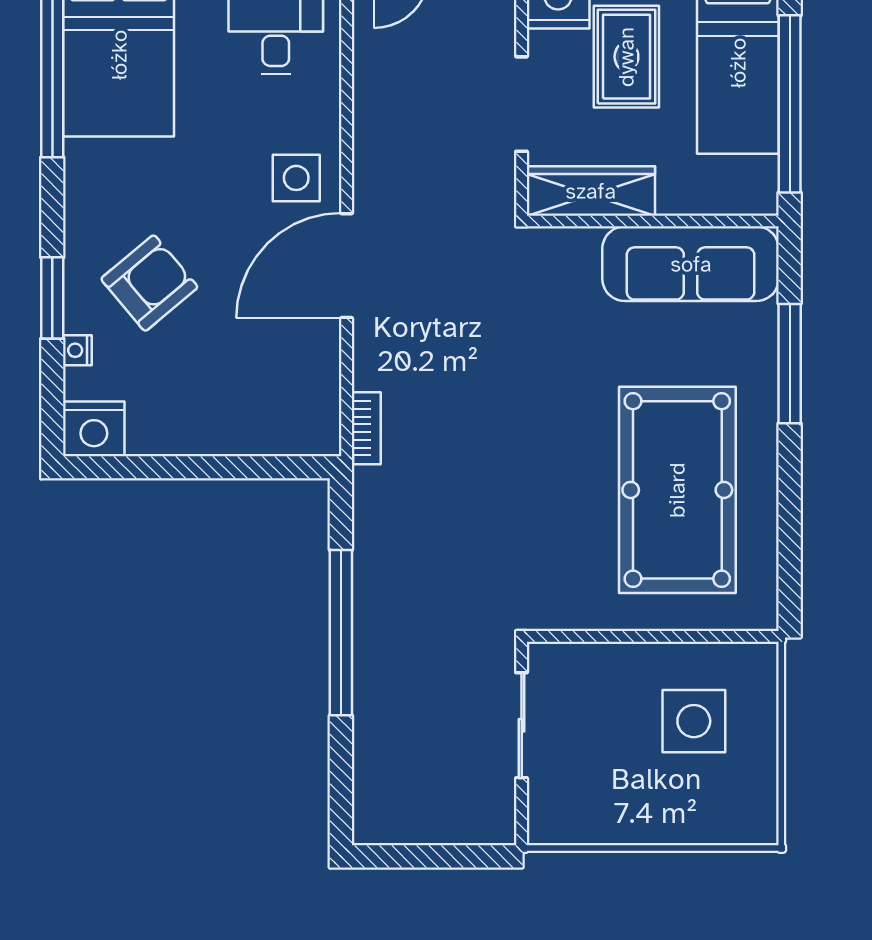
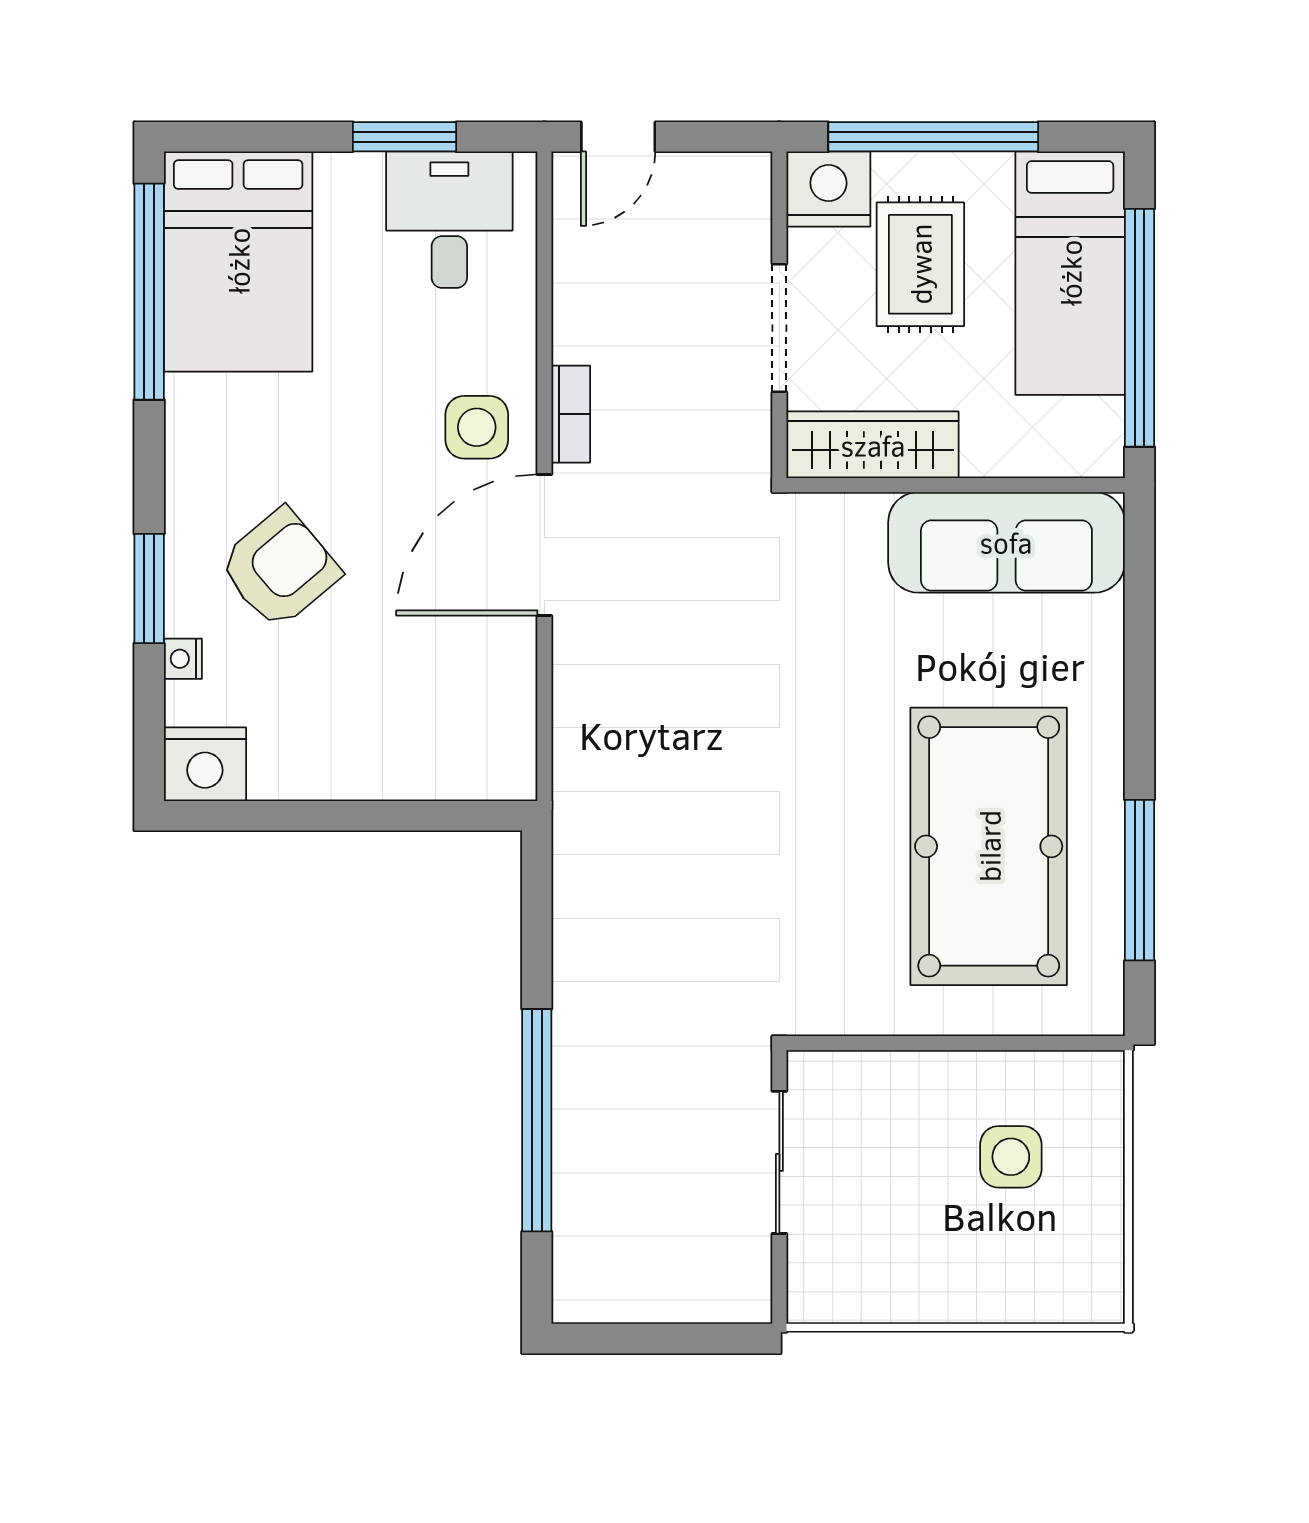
window: (790, 364) -> (1140, 880), moved
bookcase: (366, 428) -> (571, 414), moved
window: (341, 633) -> (537, 1120), moved
side table: (694, 721) -> (1011, 1157), width x0.73, depth x0.73

